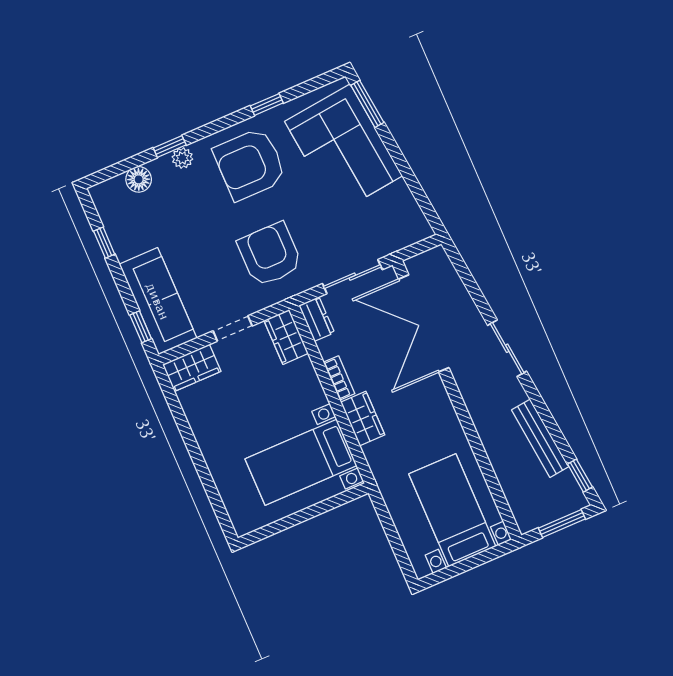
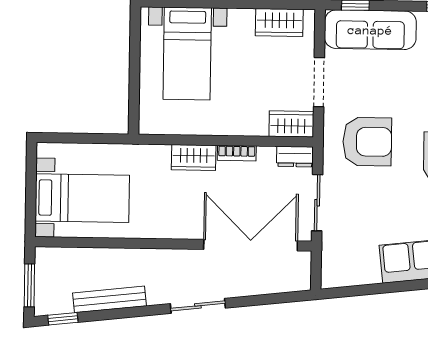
doorway: (233, 328) -> (319, 82), width x1.38
wardrobe: (192, 368) -> (279, 22), moved, turned -90
bed with nightstands: (301, 462) -> (187, 54), moved, turned 180

